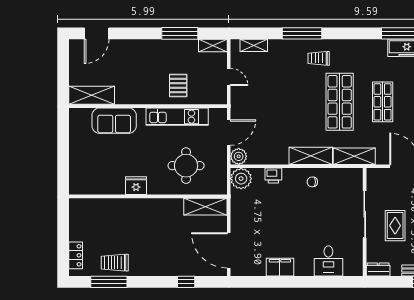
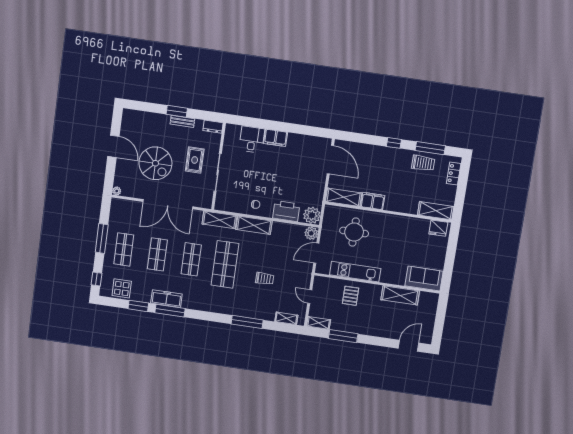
trolley: (319, 58) -> (265, 279), moved
shelving: (92, 95) -> (400, 295), moved
sofa: (114, 121) -> (424, 279), moved
printer: (273, 176) -> (286, 211), width x1.87, depth x1.48
fridge: (136, 186) -> (438, 228), moved
shelving: (90, 207) -> (436, 211), added
filing cabinet: (169, 207) -> (373, 201), added
filing cabinet: (280, 267) -> (276, 138), moved
window: (186, 282) -> (394, 143), moved

